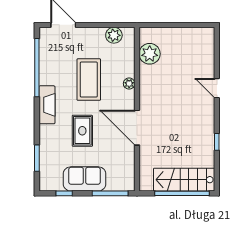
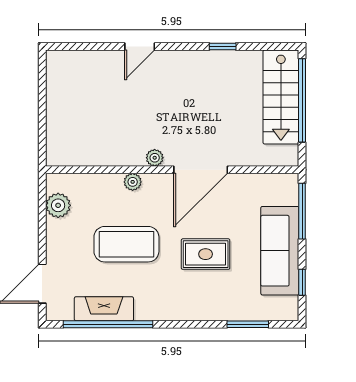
plant: (150, 54) -> (155, 158), moved, width x0.53, depth x0.53
fireplace: (47, 105) -> (104, 309), moved
sofa: (85, 179) -> (280, 251), width x1.36

